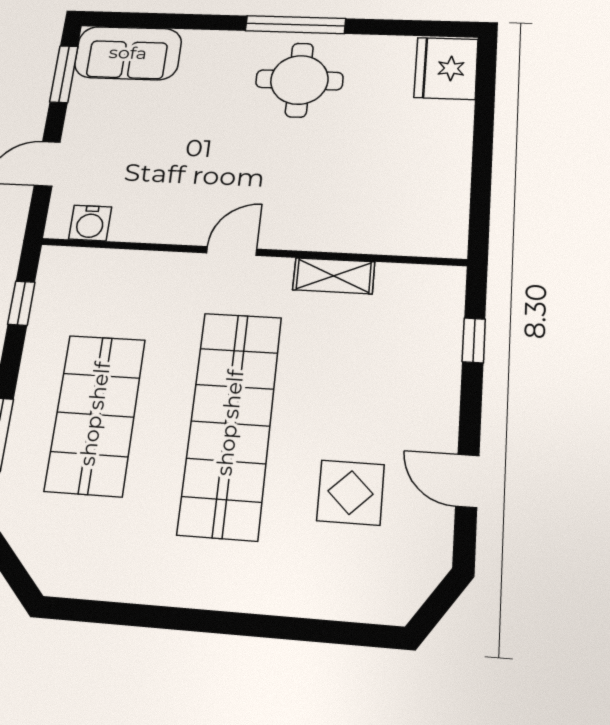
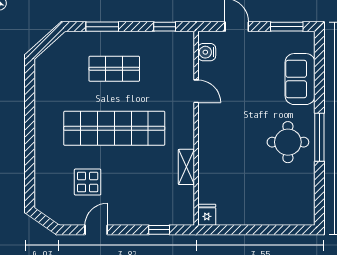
sofa: (128, 53) -> (300, 79), moved
fridge: (446, 68) -> (207, 215), moved, width x0.53, depth x0.75
door: (232, 251) -> (196, 91), moved
shop shelf: (95, 414) -> (114, 69), width x0.70, depth x0.74

